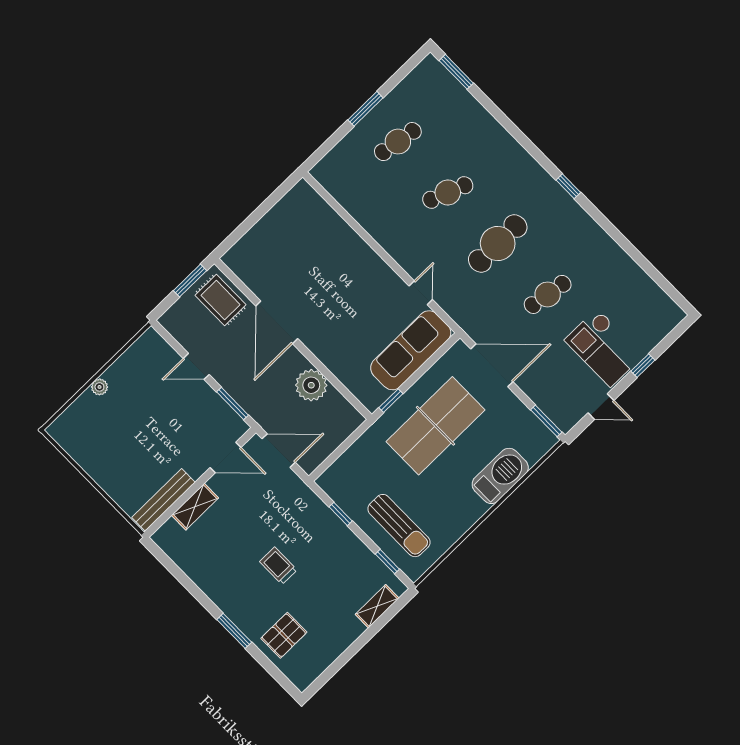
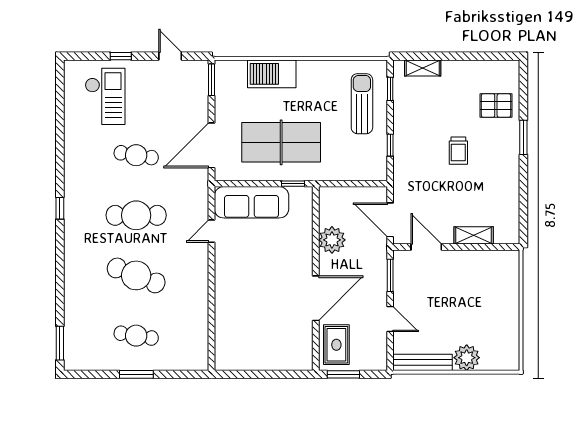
cafe table: (448, 193) -> (136, 275), width x1.37, depth x1.35
checkout: (604, 348) -> (105, 96), moved
door: (492, 365) -> (212, 145), hinge flipped
plant: (99, 387) -> (467, 358), width x1.87, depth x1.87
bench: (164, 500) -> (423, 362), moved

